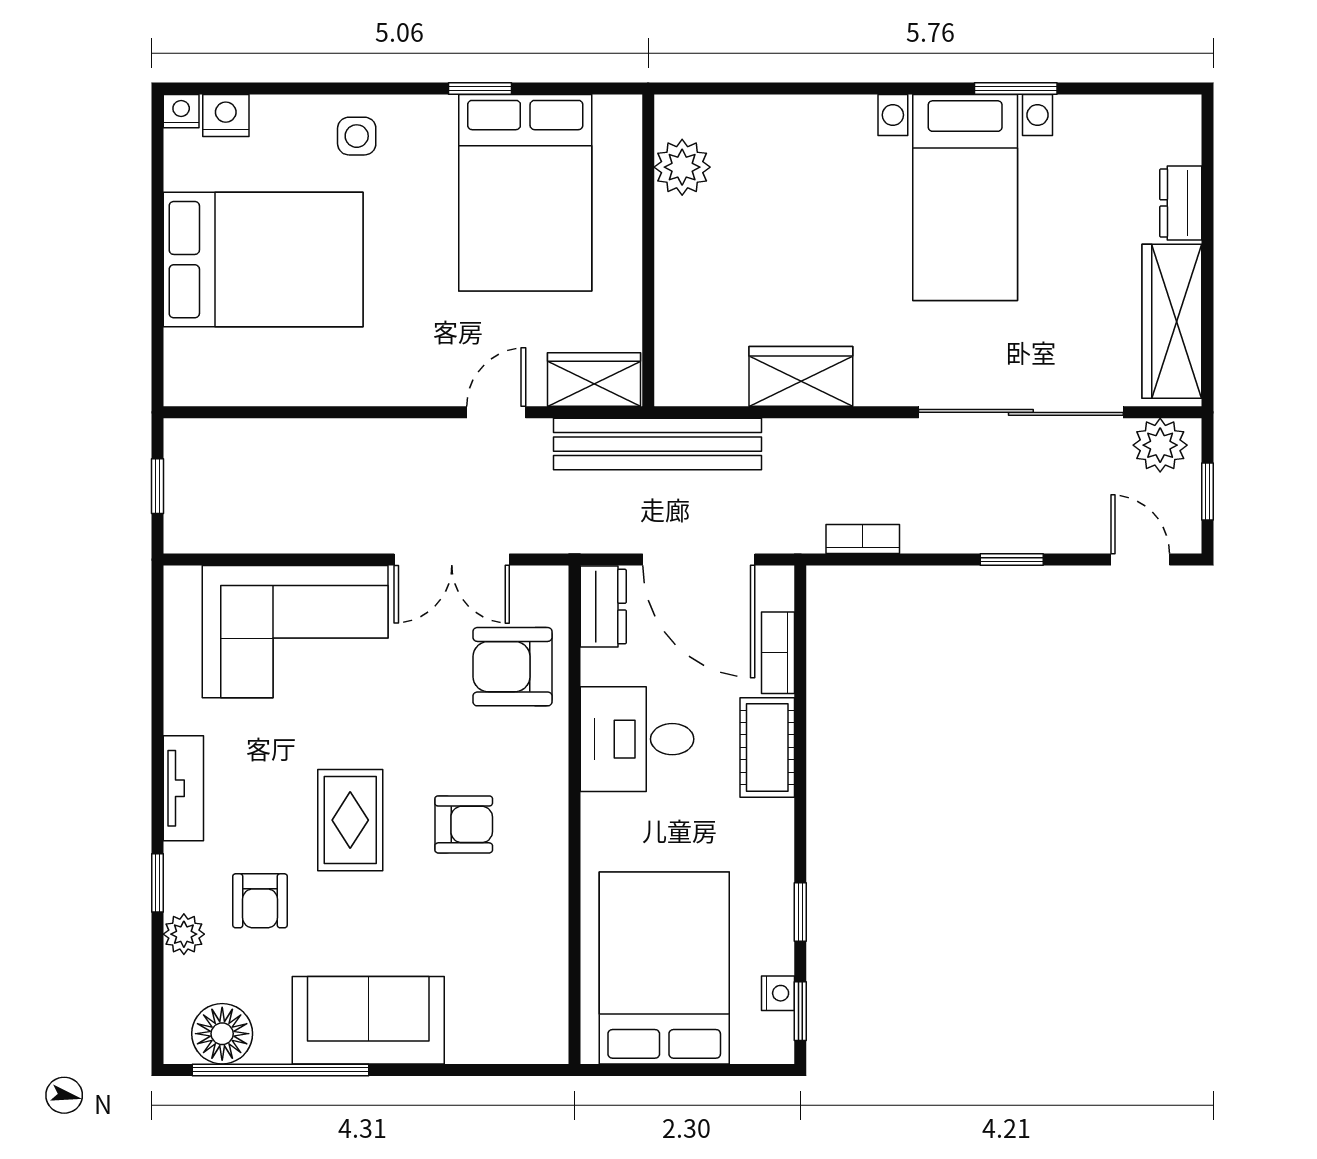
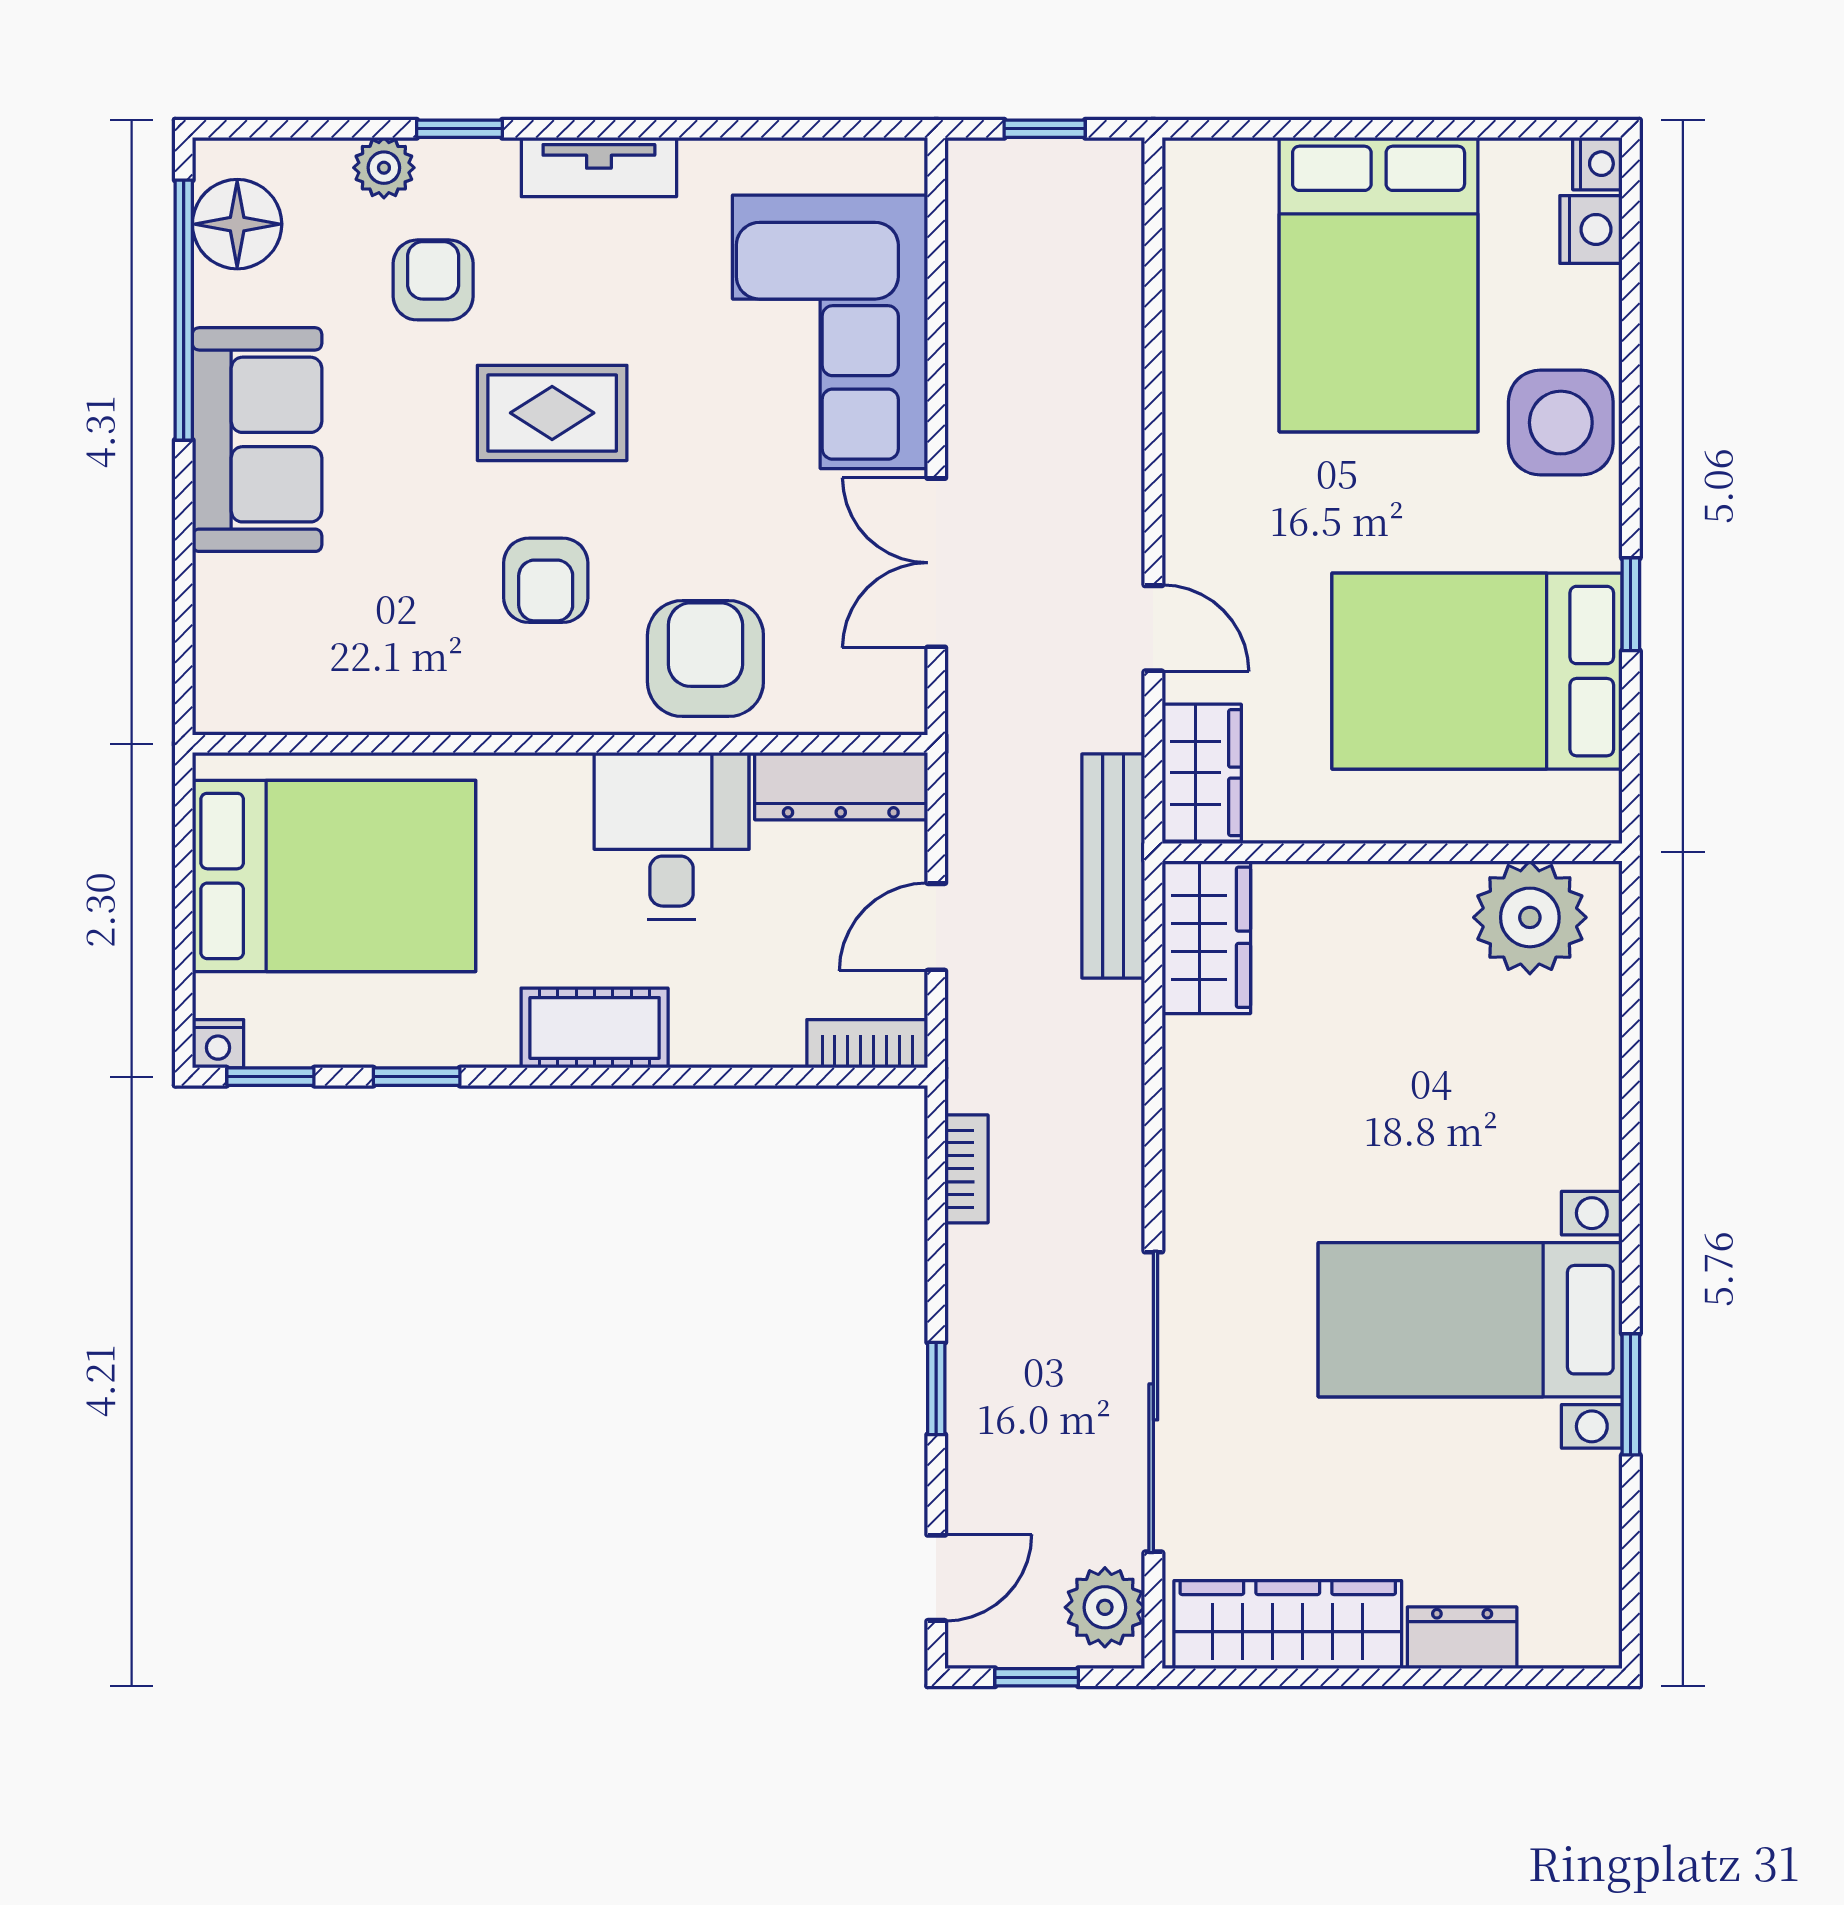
side table: (357, 136) -> (1561, 423), width x1.87, depth x1.87
plant: (682, 167) -> (1530, 917), width x1.36, depth x1.36
wardrobe: (801, 376) -> (1206, 937), moved
bench: (657, 444) -> (1113, 866), width x0.73, depth x0.82
door: (699, 560) -> (936, 927), width x0.53
dresser: (603, 607) -> (841, 786), width x1.44
bookcase: (778, 653) -> (867, 1044), moved
armchair: (513, 667) -> (705, 659), moved
cot: (767, 747) -> (595, 1028), moved
armchair: (260, 901) -> (433, 280), turned 90
nightstand: (778, 993) -> (218, 1044), moved

